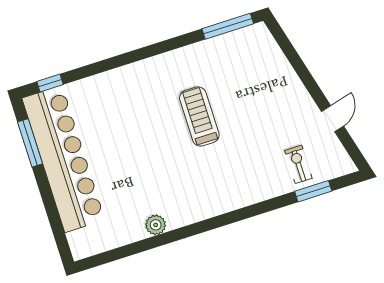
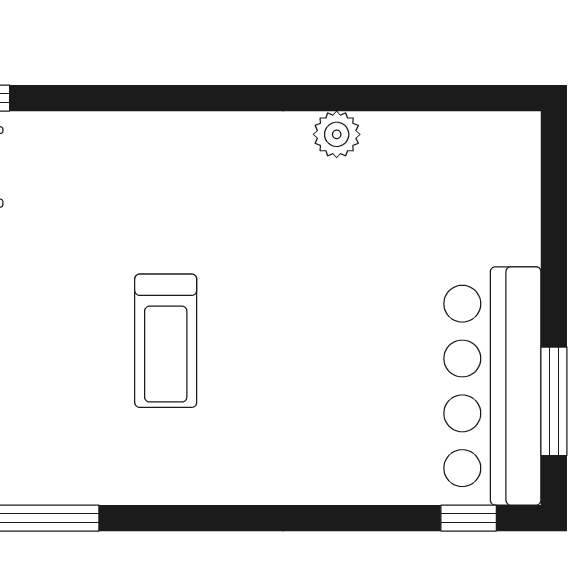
bar counter: (63, 159) -> (492, 386), width x0.73

